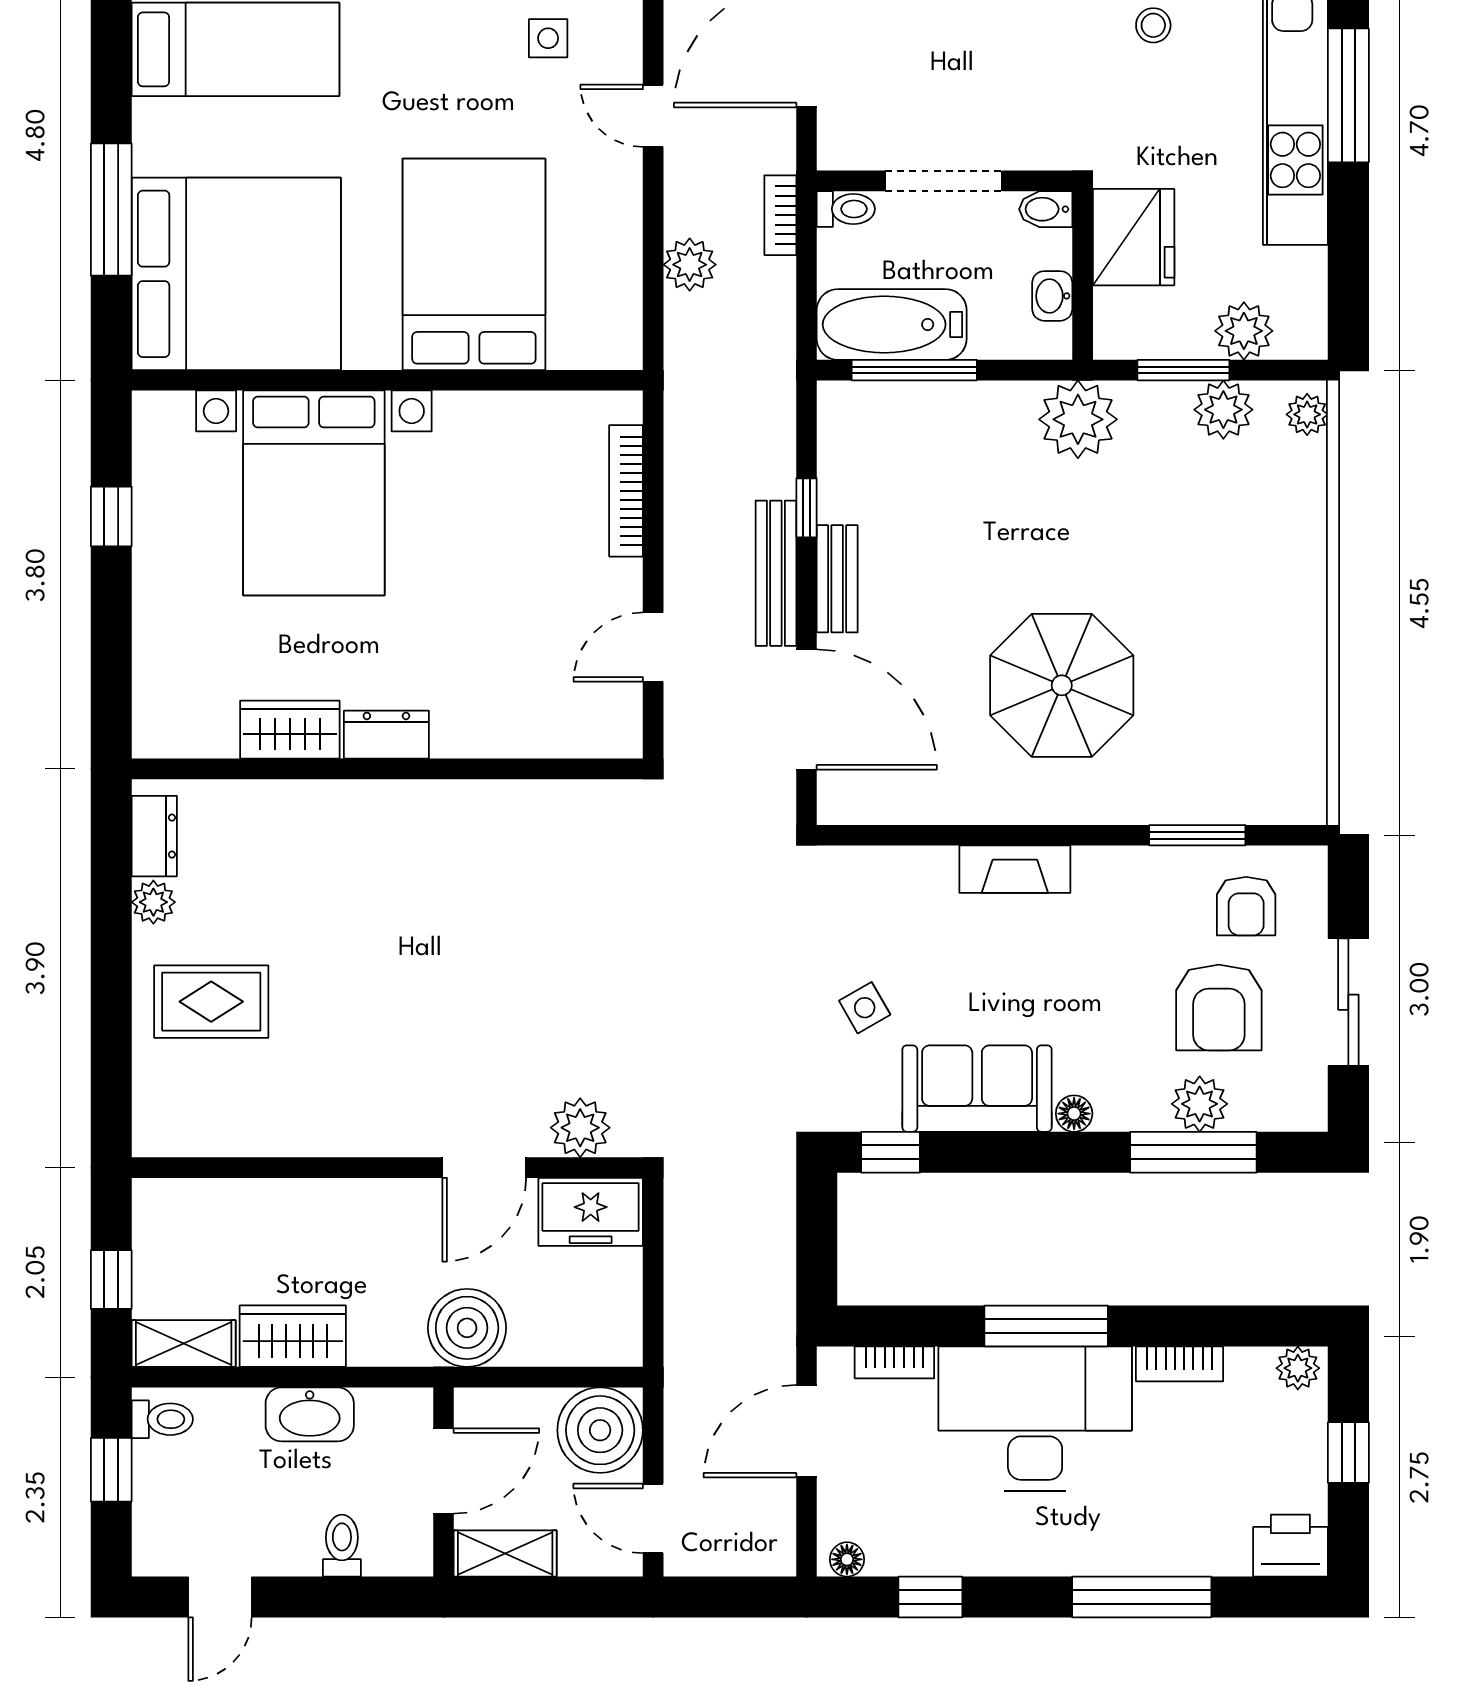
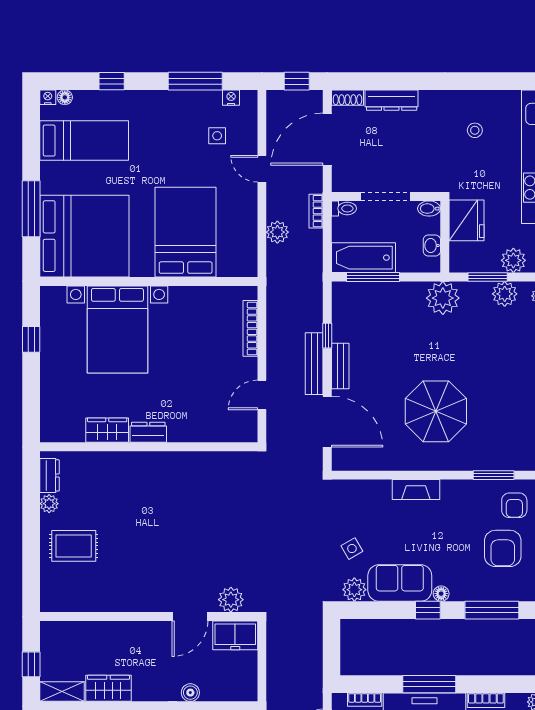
plant: (1200, 1104) -> (354, 590), moved
window: (891, 1152) -> (428, 610), moved
boiler: (467, 1328) -> (190, 693), width x0.54, depth x0.54

